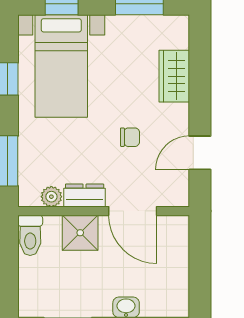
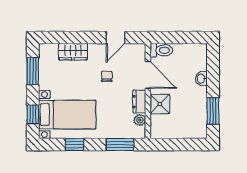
door: (200, 153) -> (115, 38), hinge flipped
door: (133, 211) -> (148, 75), hinge flipped
toilet: (30, 235) -> (161, 50), moved

